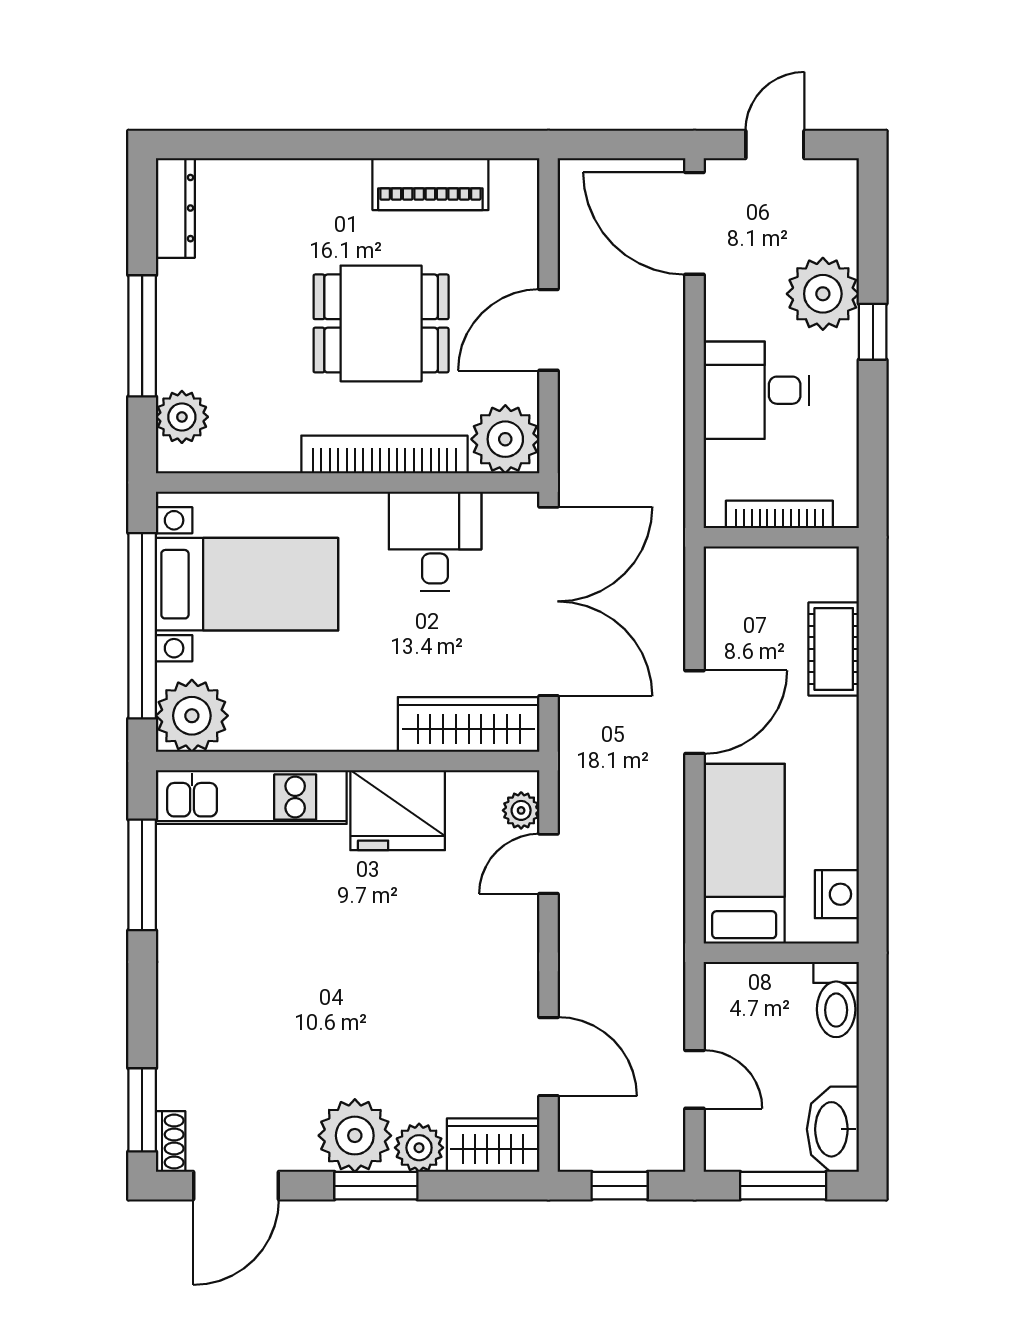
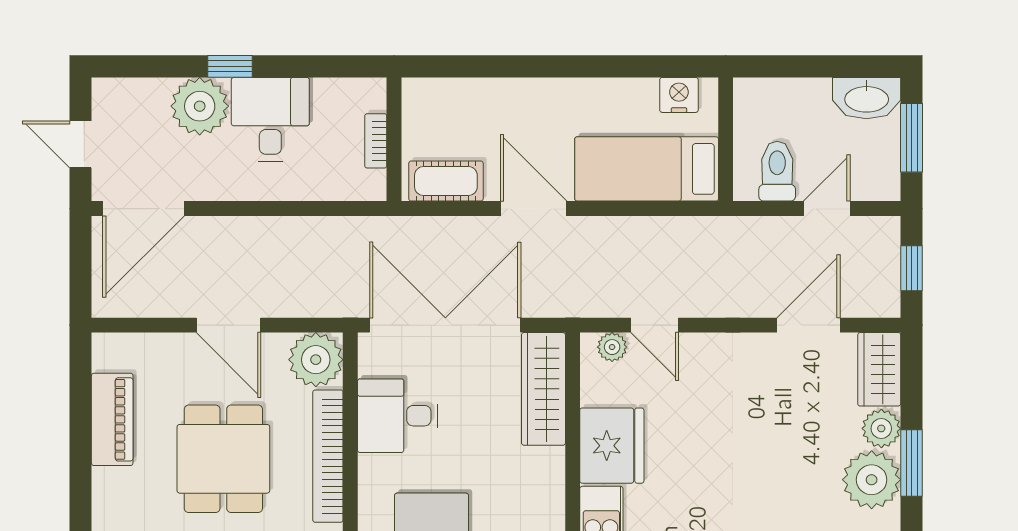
desk: (756, 390) -> (270, 119), moved, turned 180
bookcase: (779, 514) -> (376, 141), width x0.64
cot: (834, 649) -> (446, 181), moved
toilet: (836, 999) -> (777, 171), moved, turned -90

